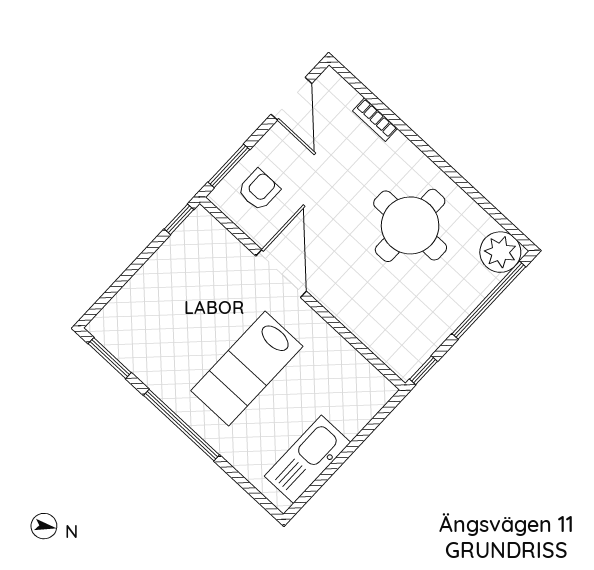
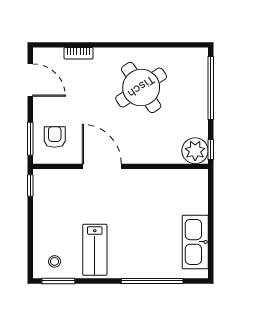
round table: (410, 225) -> (141, 87), turned -34
plant: (500, 252) -> (195, 151), moved
stool: (126, 332) -> (55, 261), added
lab bench: (247, 369) -> (95, 250), moved, width x0.73, depth x0.72
window: (182, 425) -> (152, 281), moved

